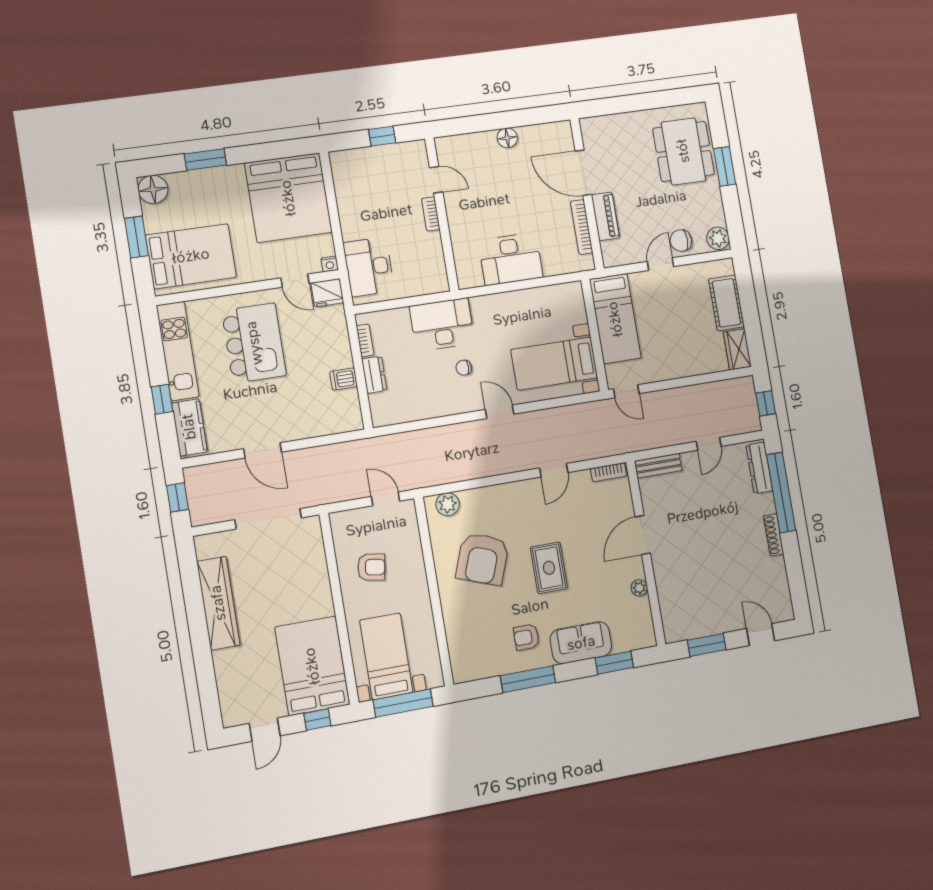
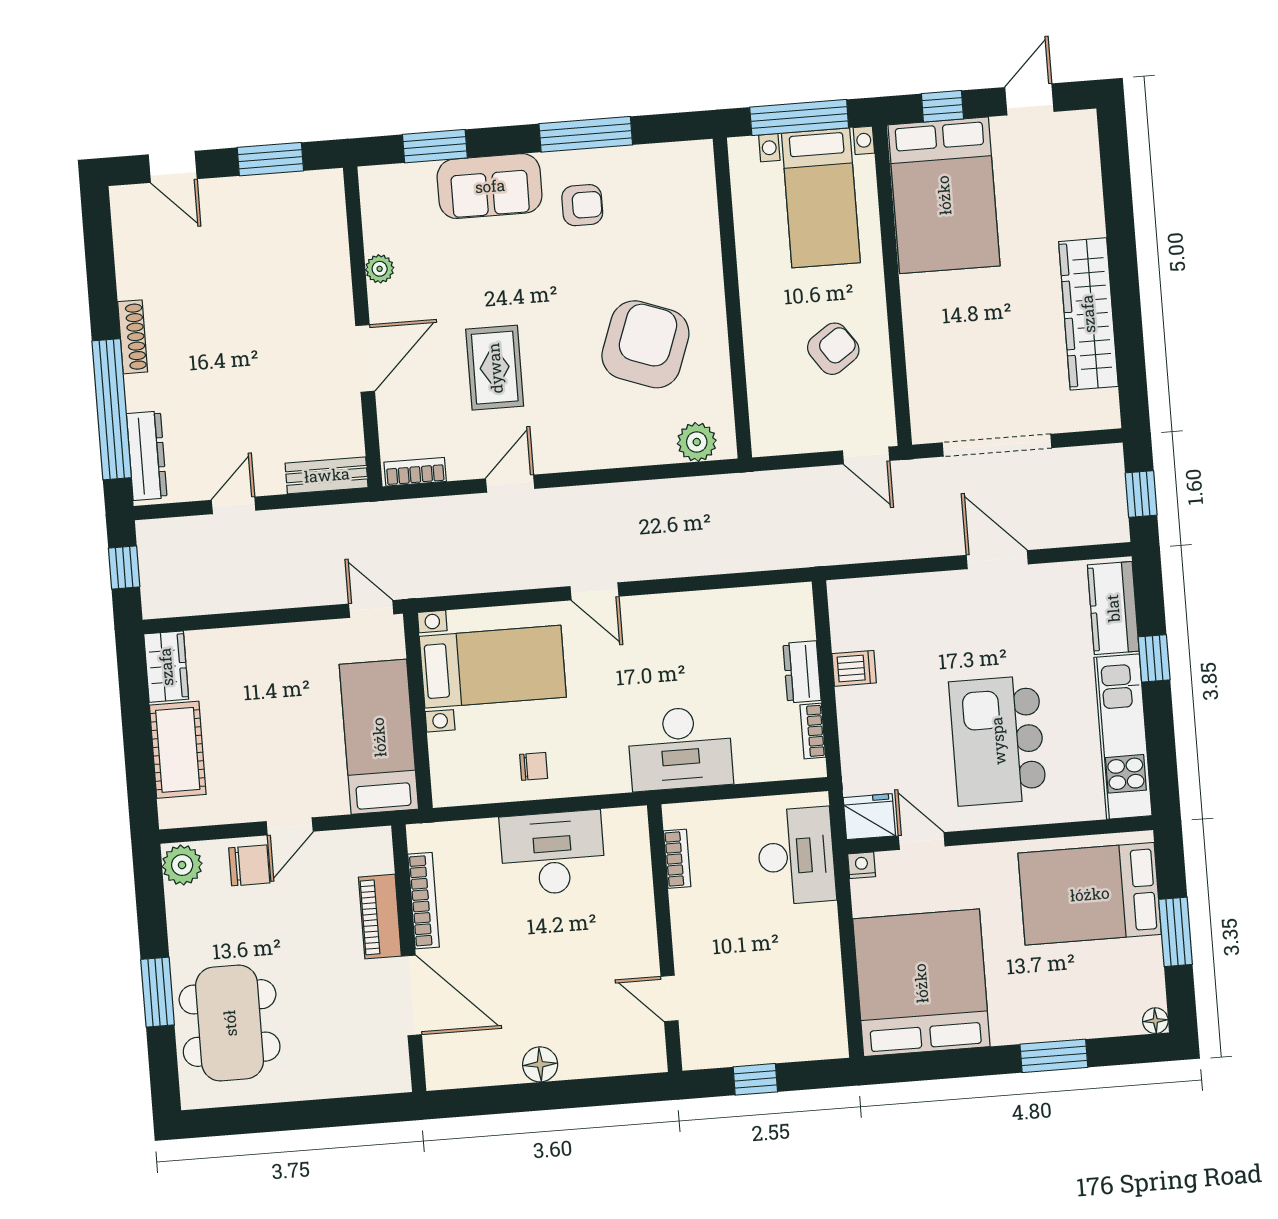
floor lamp: (153, 189) -> (1155, 1021), width x0.53, depth x0.53
bookcase: (431, 214) -> (677, 859), moved
chair: (464, 368) -> (534, 766), moved
door: (386, 499) -> (866, 456), moved
armchair: (371, 567) -> (833, 349), turned 136
rug: (549, 568) -> (495, 368), moved

